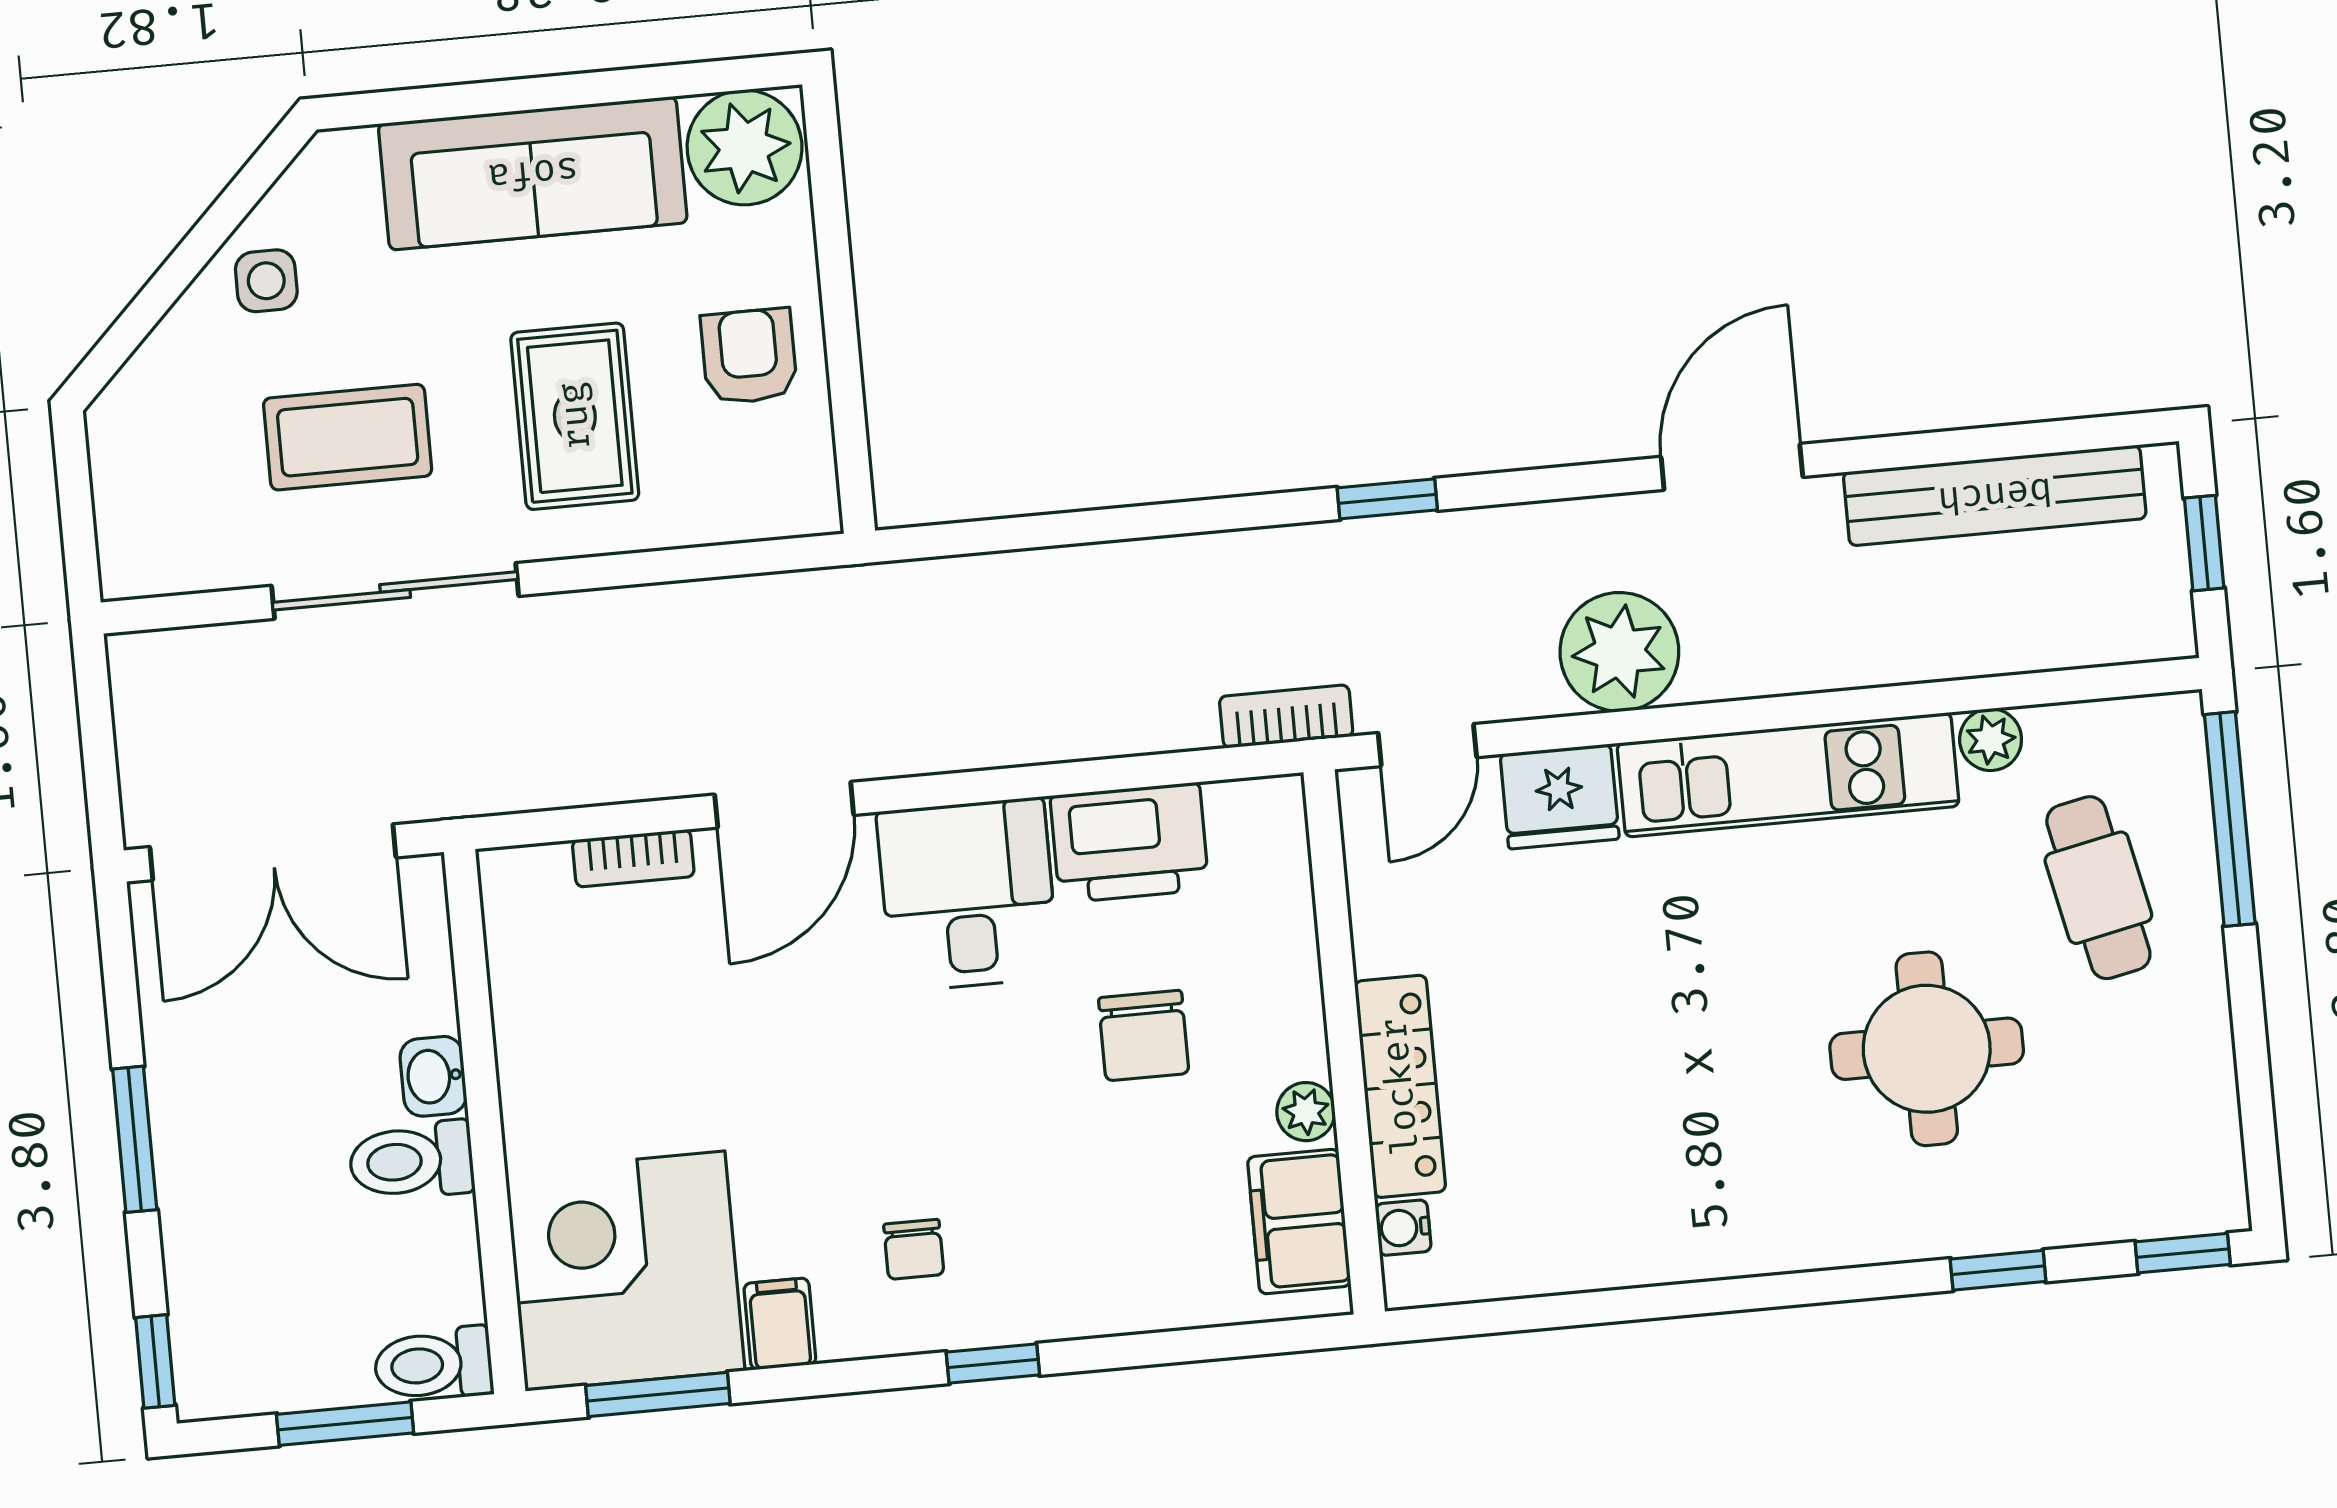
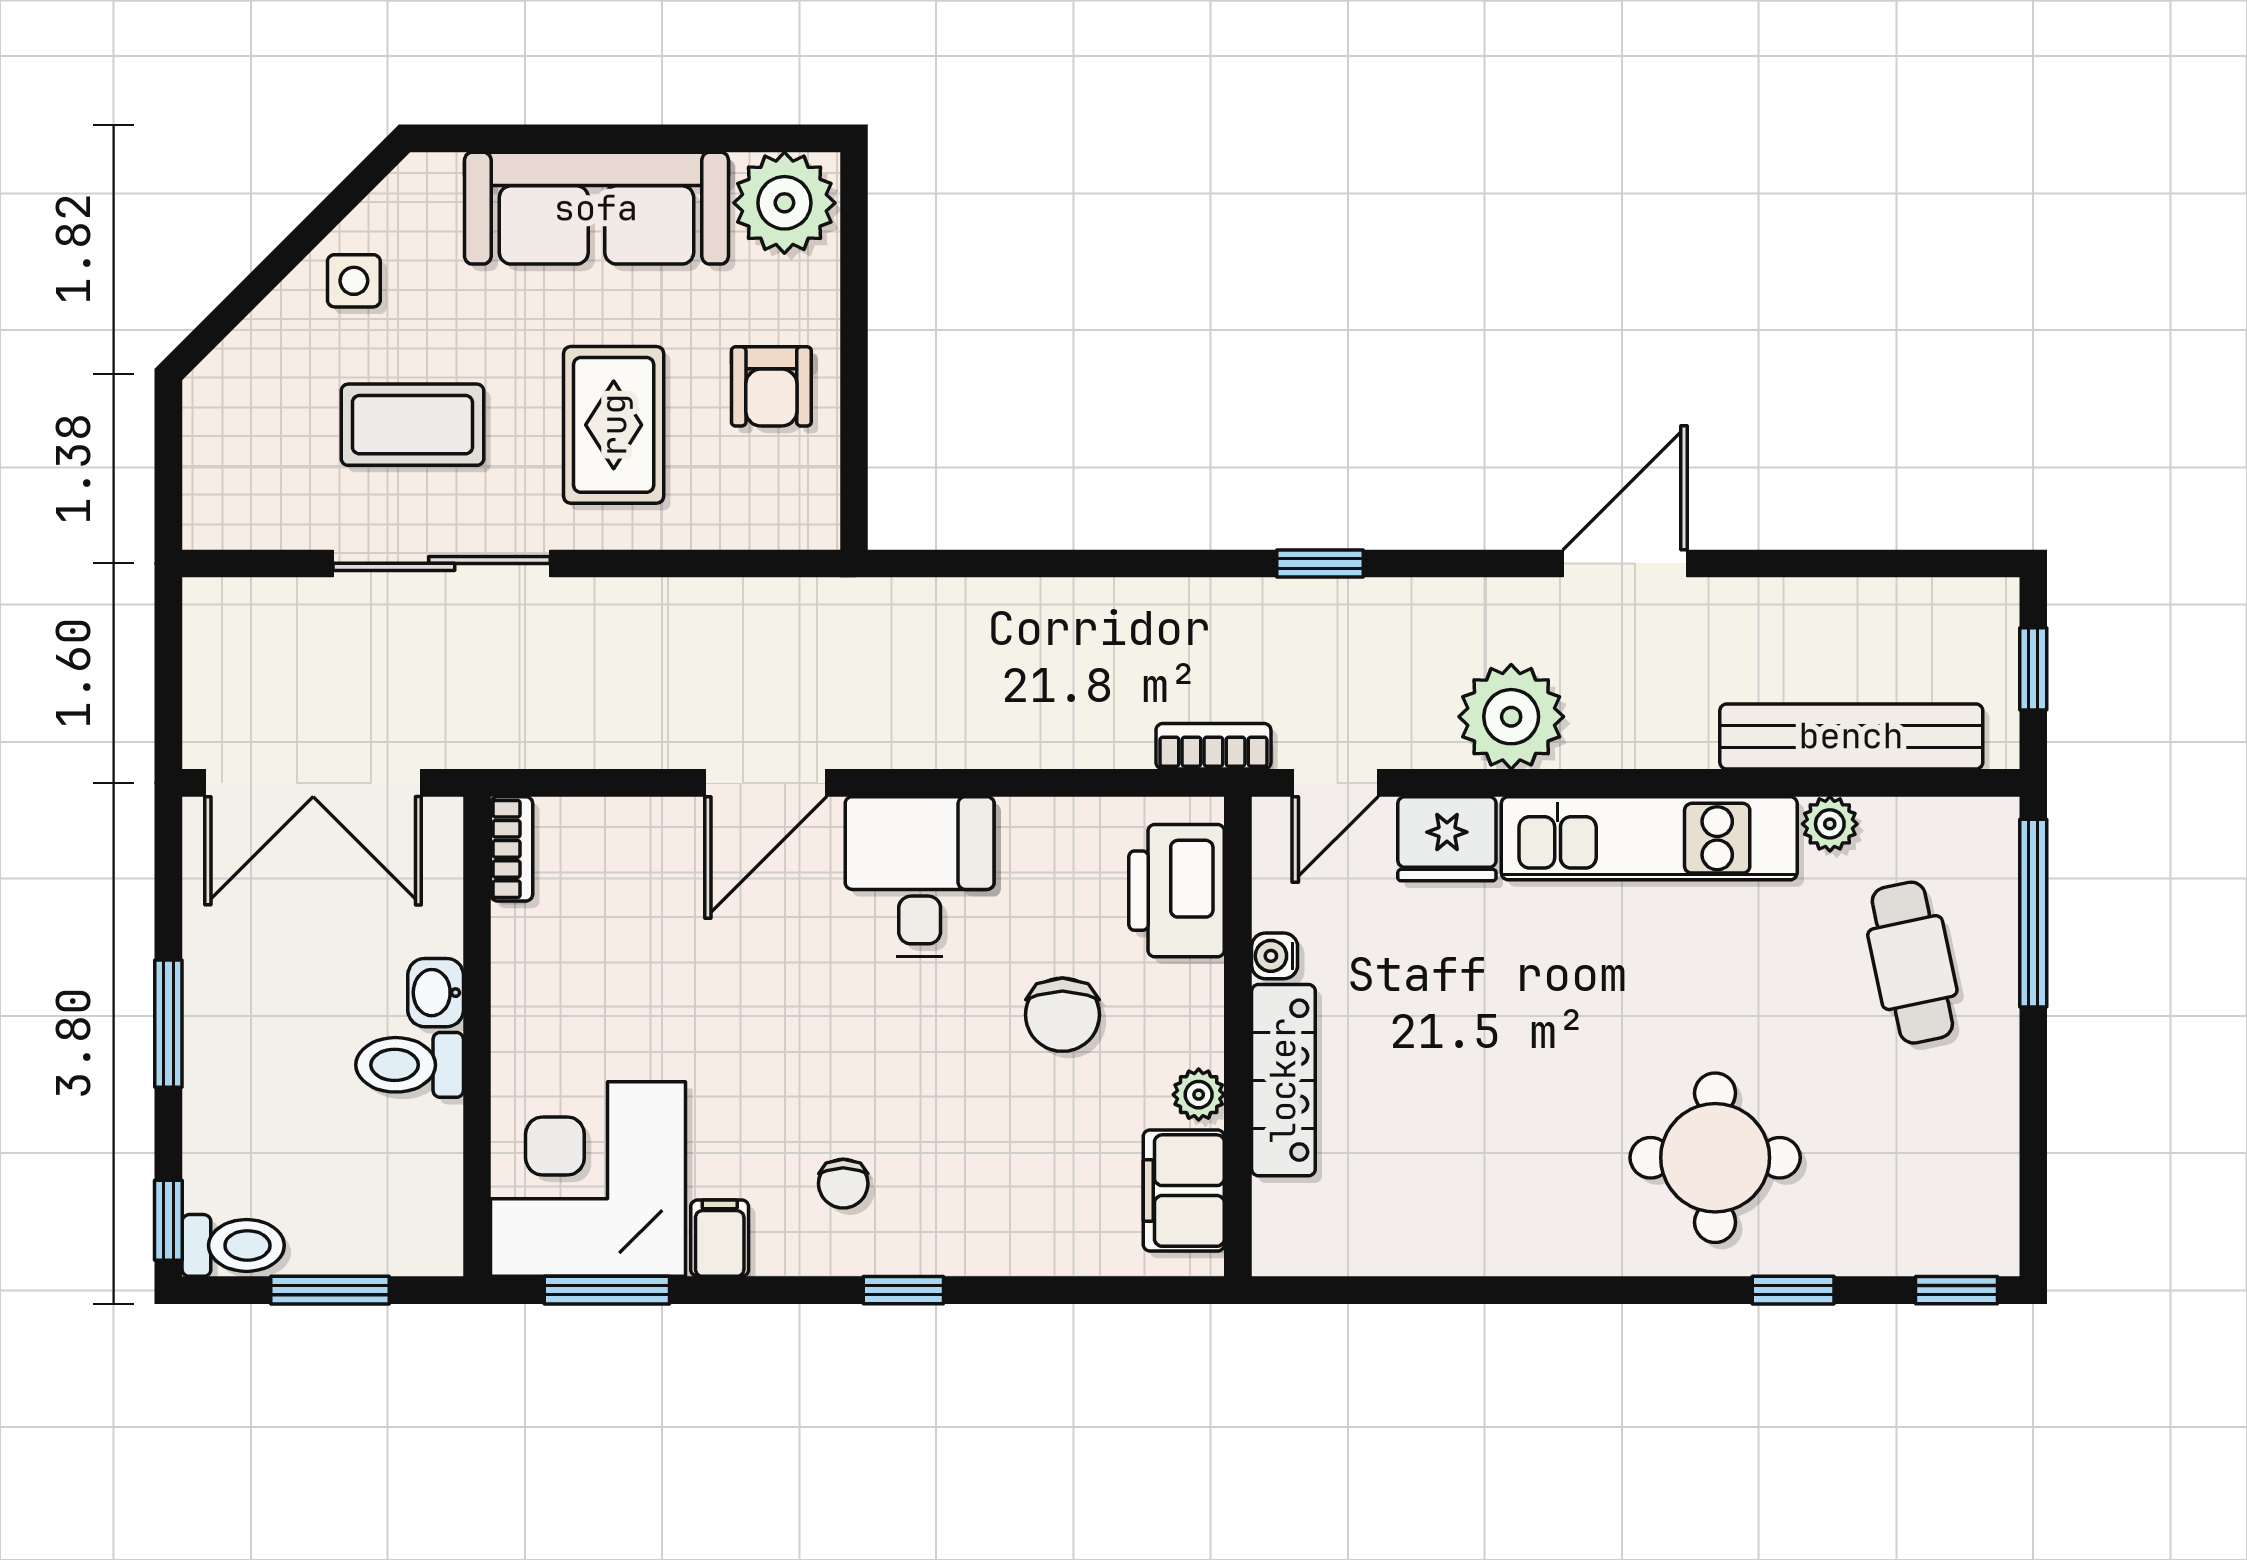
armchair: (749, 356) -> (771, 386), turned 180
bench: (1995, 495) -> (1851, 736), moved
printer: (1129, 843) -> (1177, 891), moved, turned 90
bookcase: (633, 858) -> (512, 849), moved, turned -90
round table: (1927, 1049) -> (1715, 1158), moved
water cooler: (1403, 1228) -> (1275, 956), moved
toilet: (433, 1364) -> (233, 1245), moved, turned 180

